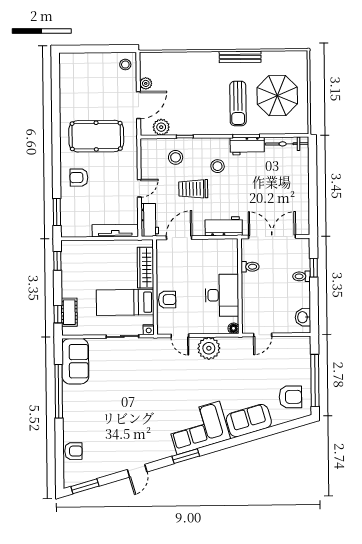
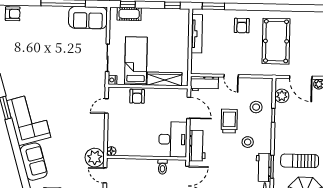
armchair: (79, 178) -> (242, 26), turned 180
tv unit: (115, 231) -> (197, 34), moved
desk: (222, 295) -> (173, 139), moved, turned -90
plant: (209, 348) -> (95, 158), moved
armchair: (73, 451) -> (13, 14), turned -90

